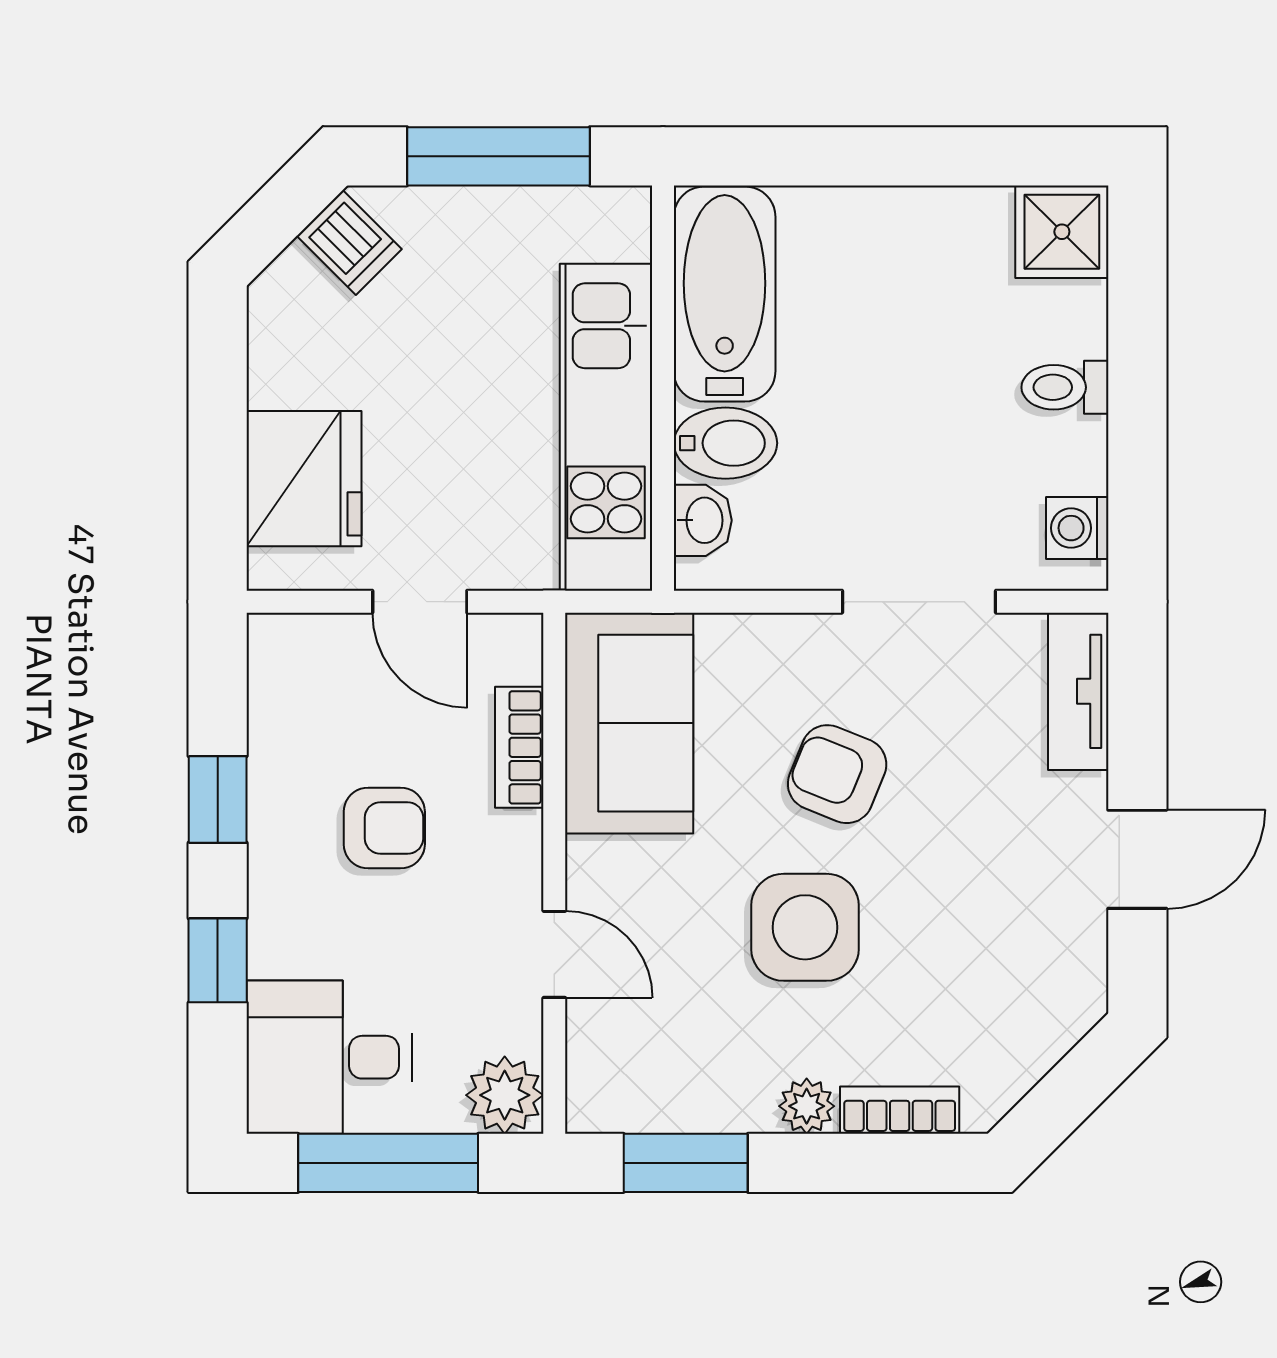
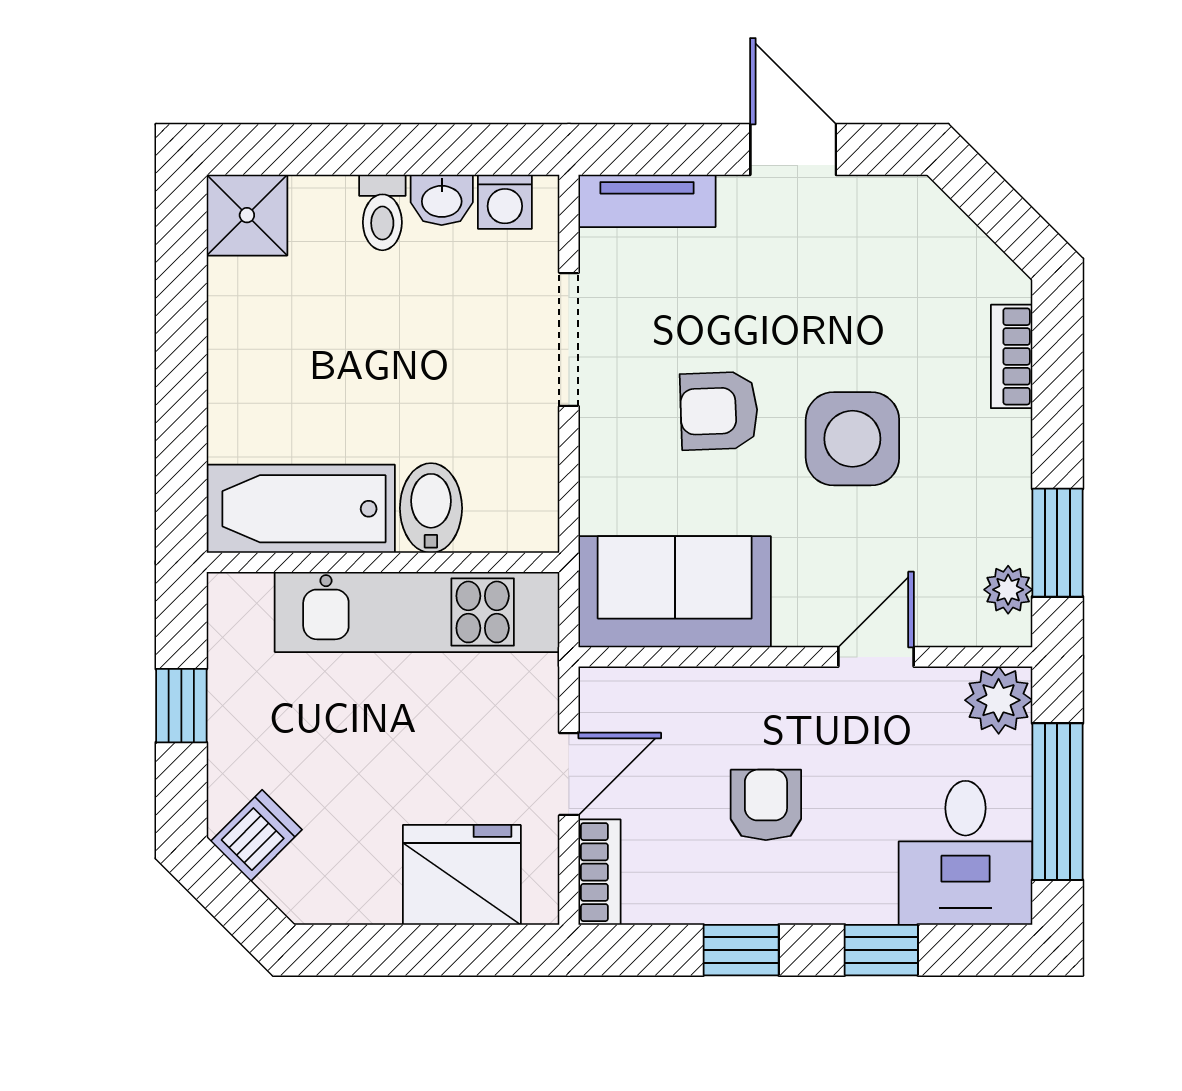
window: (498, 156) -> (181, 706), width x0.46
washbasin: (703, 520) -> (442, 200), moved, turned 180
bookcase: (519, 747) -> (600, 872), moved, turned -90
armchair: (837, 774) -> (719, 411), turned 66
plant: (807, 1106) -> (1008, 590), moved

